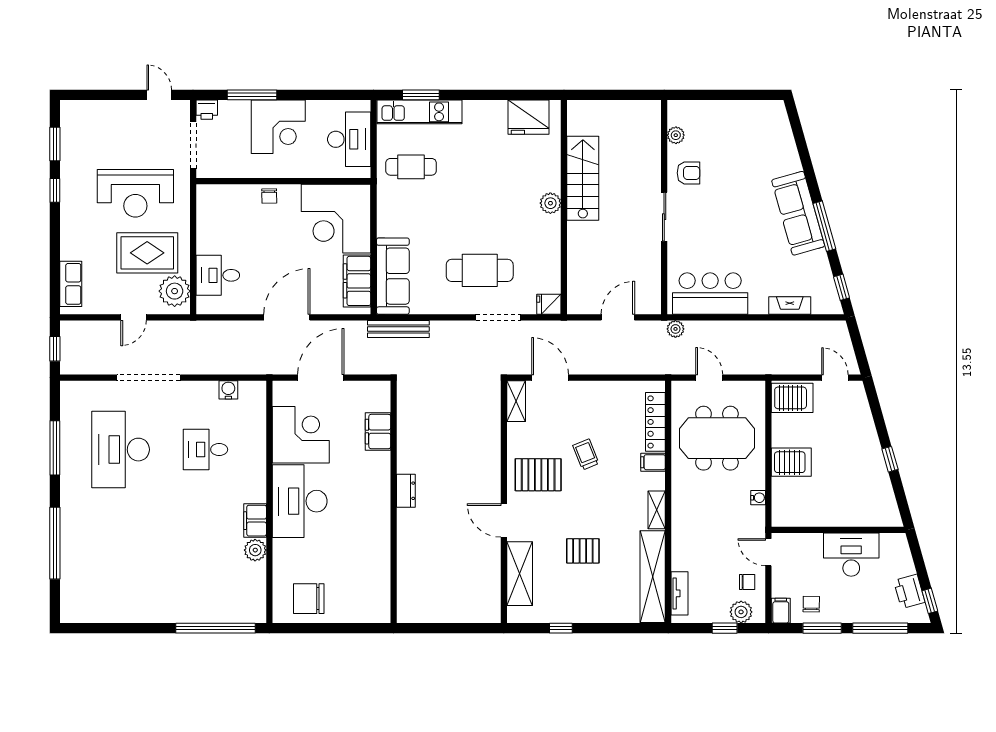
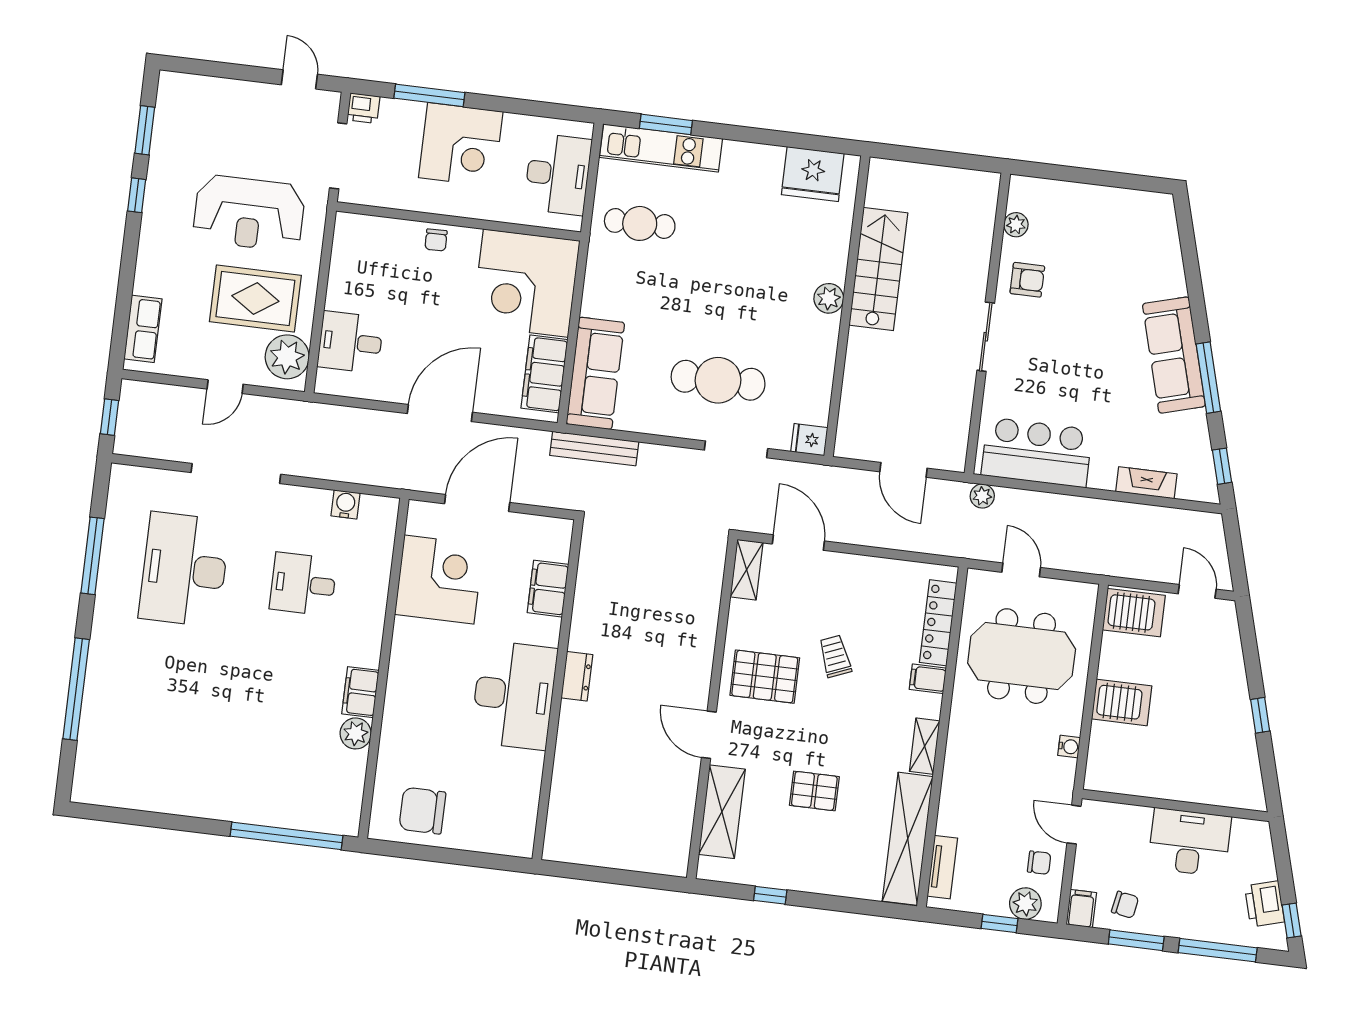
door: (618, 317) -> (904, 470), swing flipped
desk: (300, 501) -> (514, 695), moved, turned 180
chair: (811, 604) -> (1125, 905), turned 99

